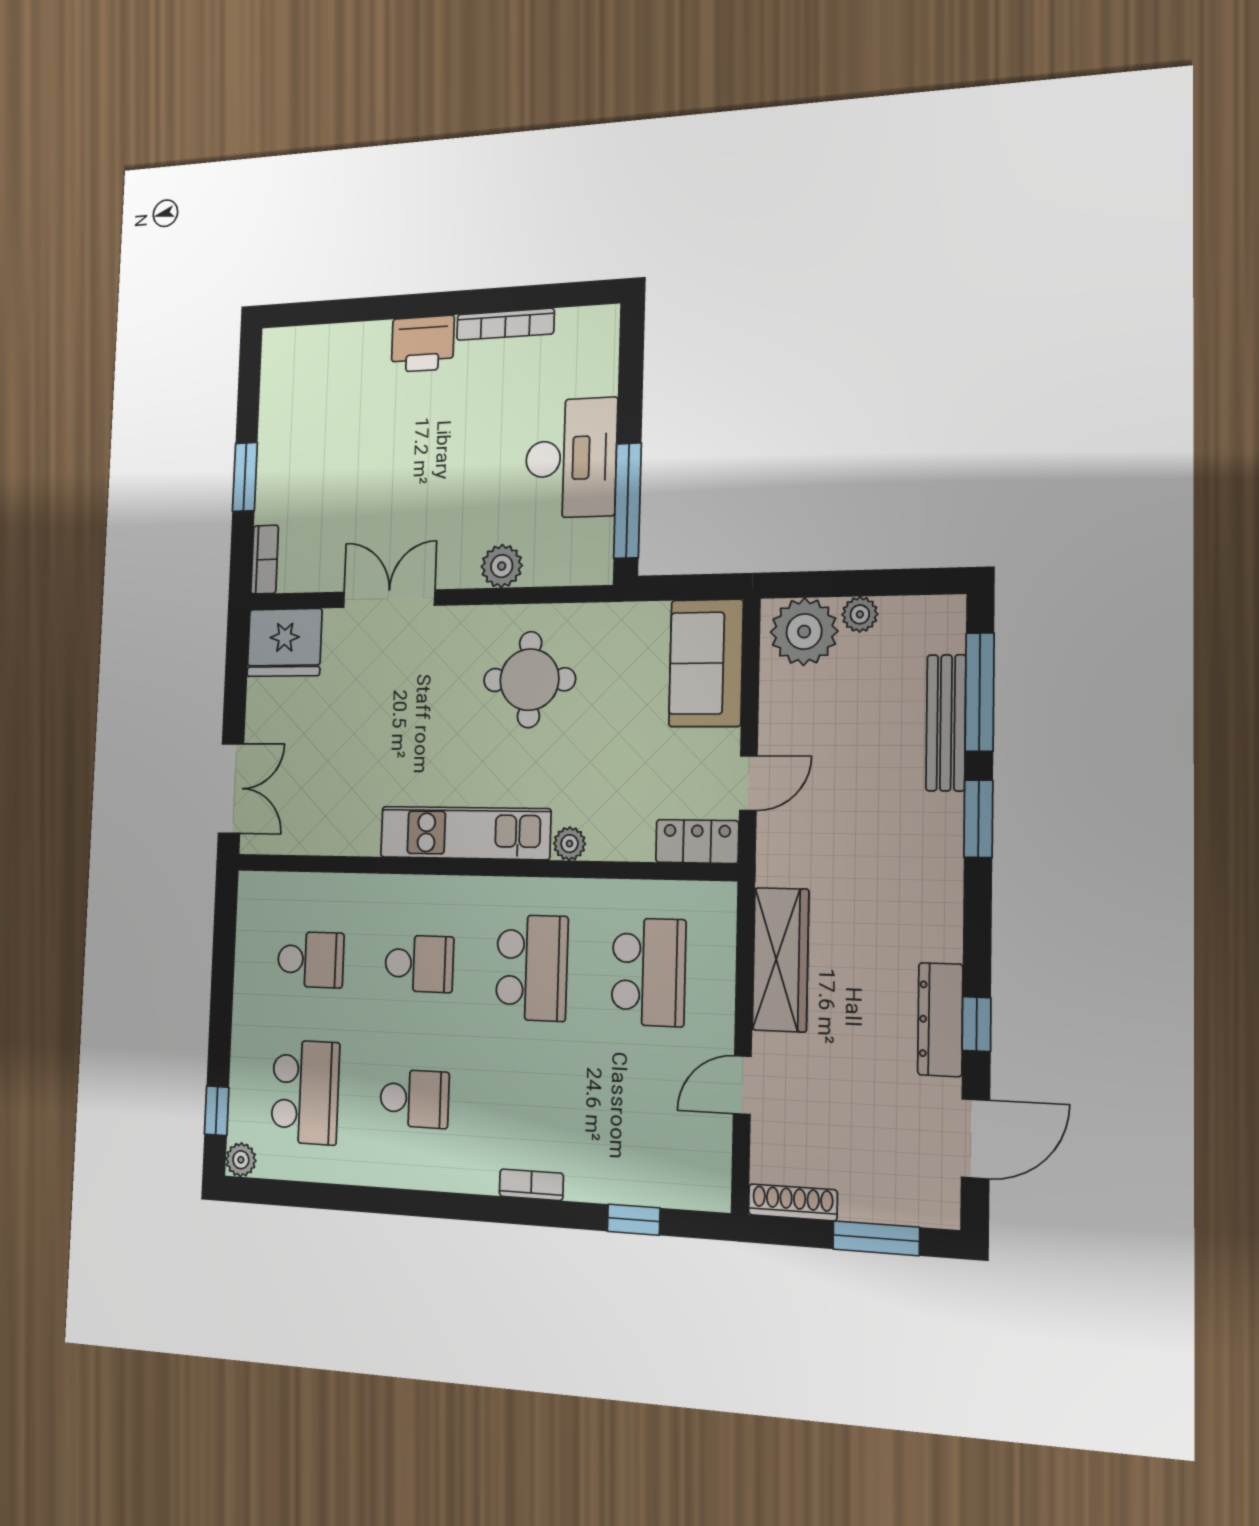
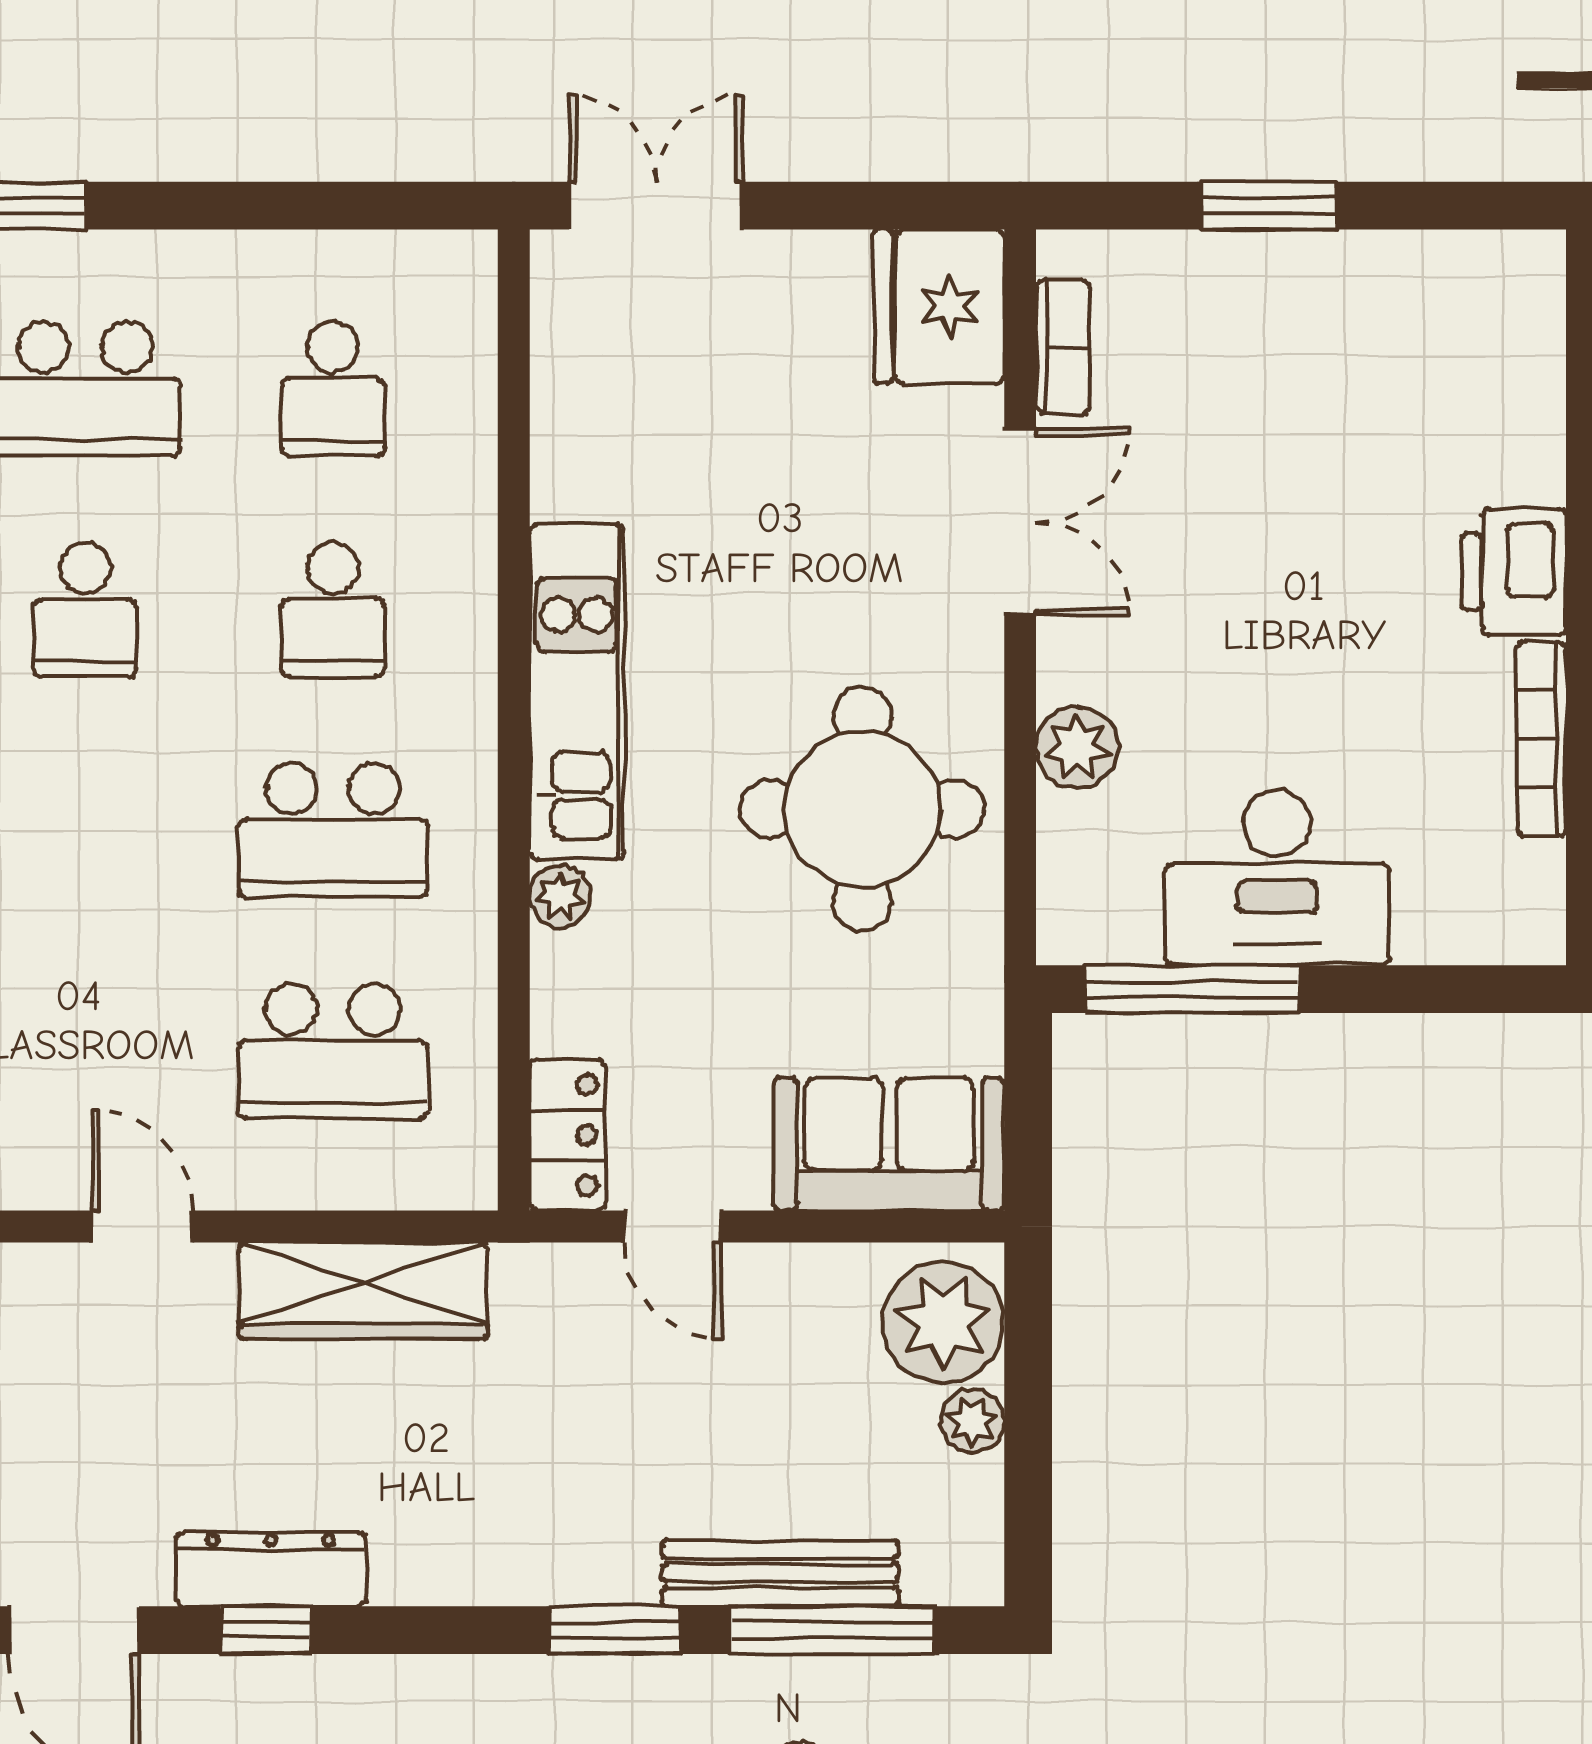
bookcase: (265, 560) -> (1063, 347), moved, turned -90
round table: (530, 680) -> (862, 809), width x1.36, depth x1.36
double door: (231, 789) -> (656, 206), swing flipped

